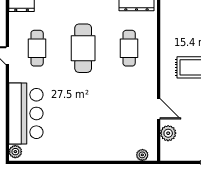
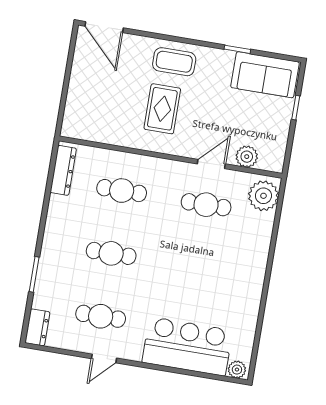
cafe table: (83, 48) -> (111, 253), width x0.73, depth x0.74
cafe table: (129, 110) -> (206, 205), added
plant: (142, 155) -> (263, 196), width x1.87, depth x1.87

